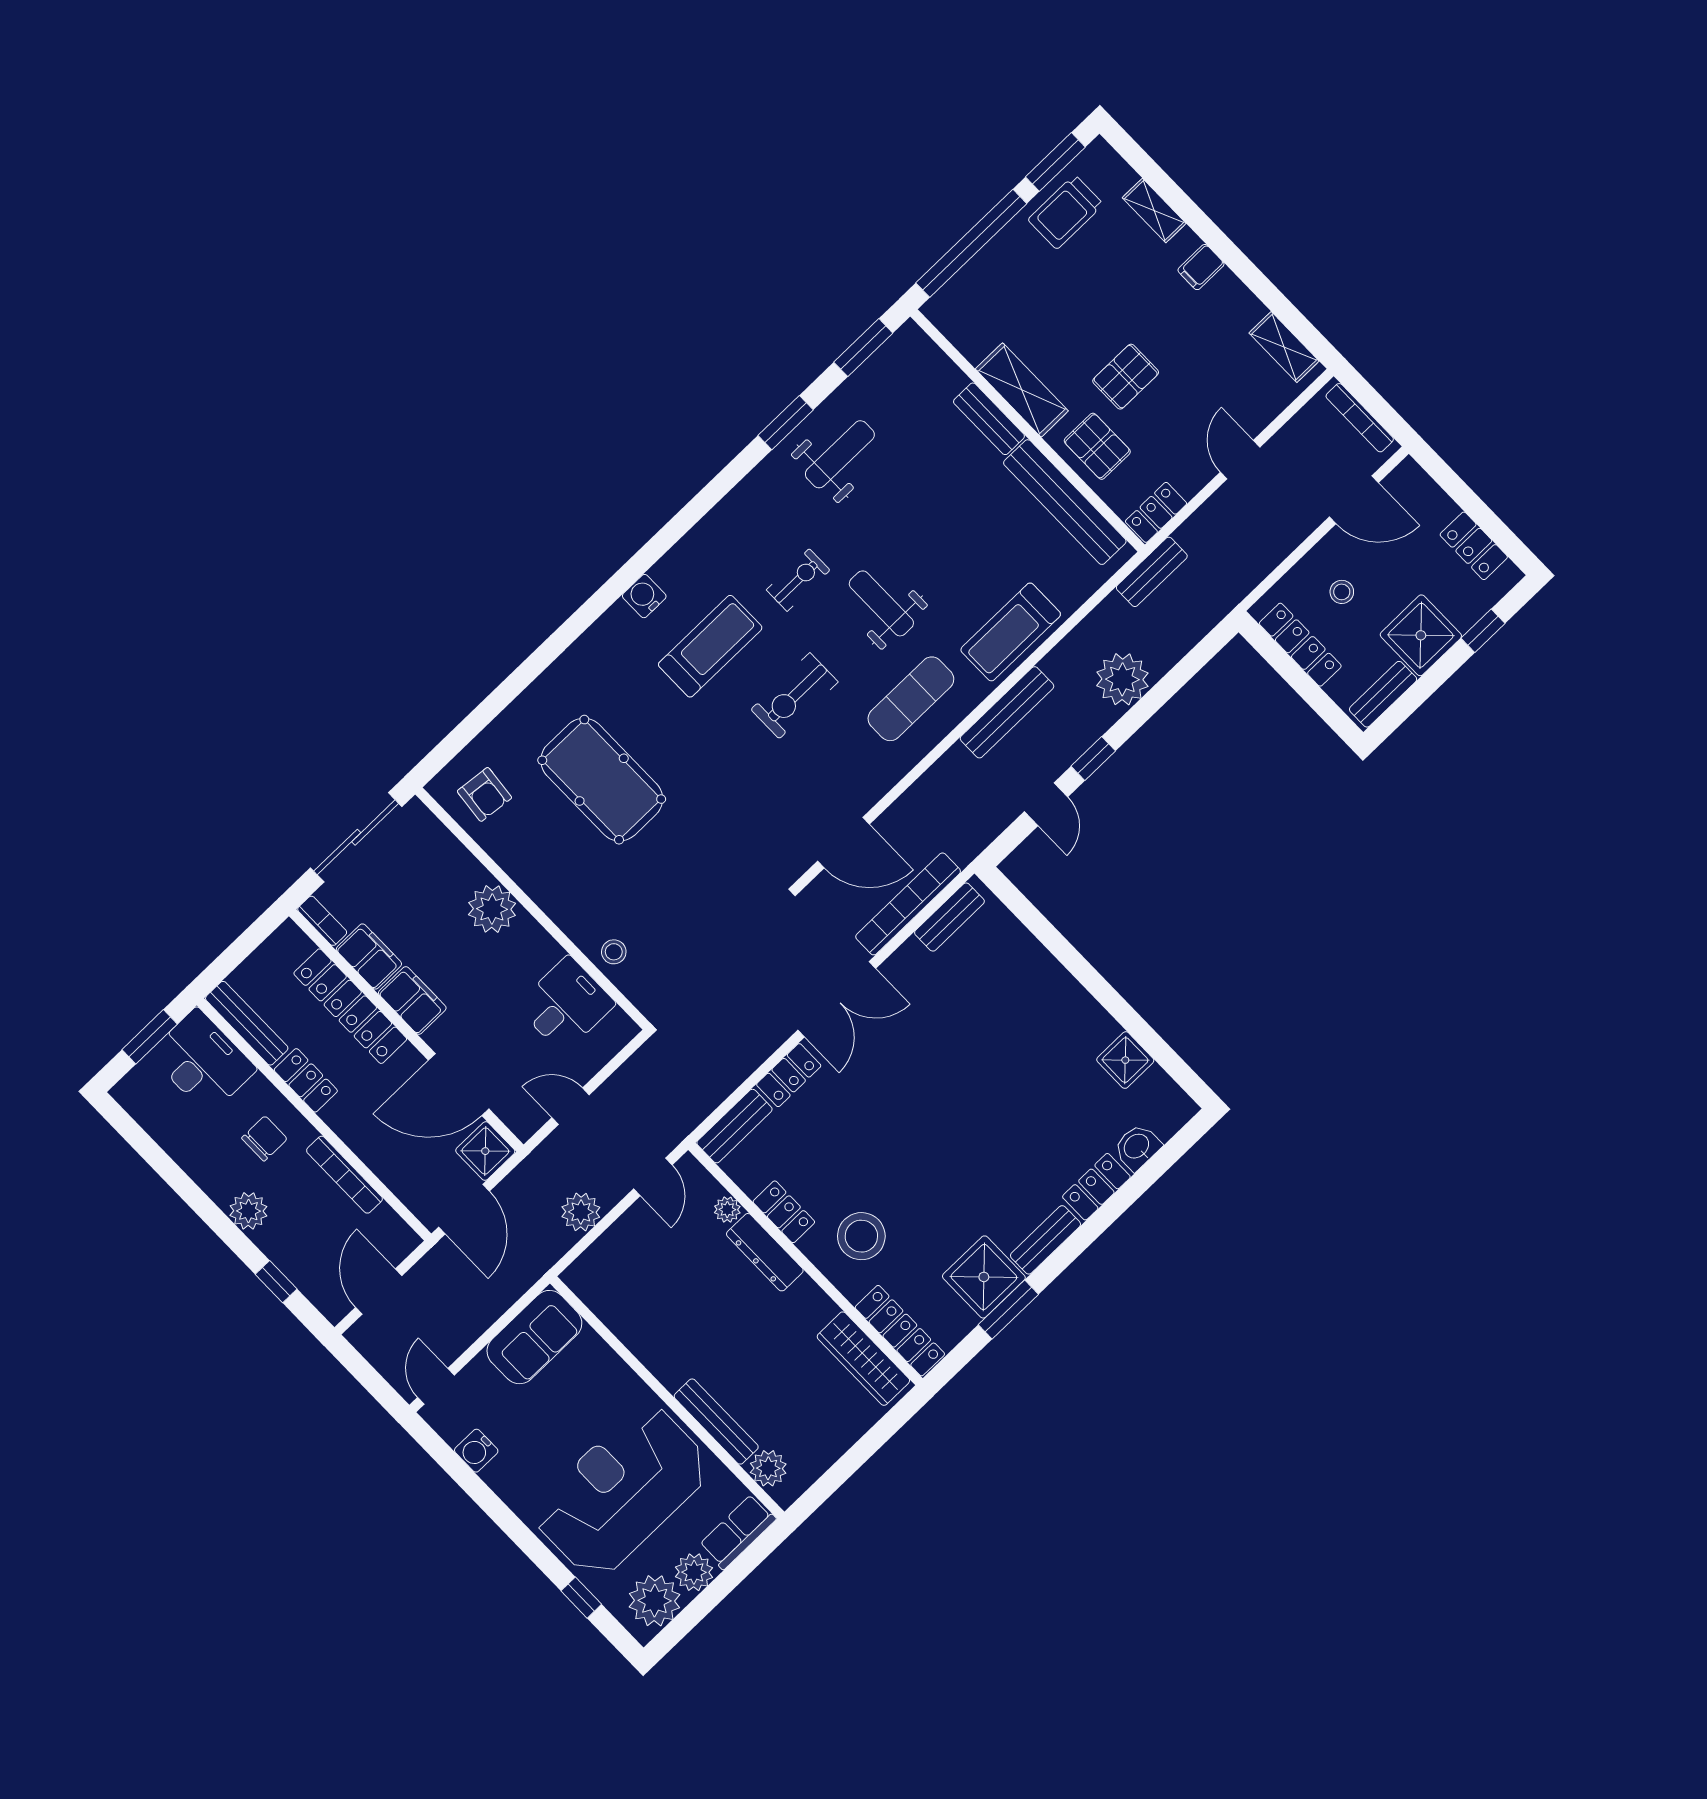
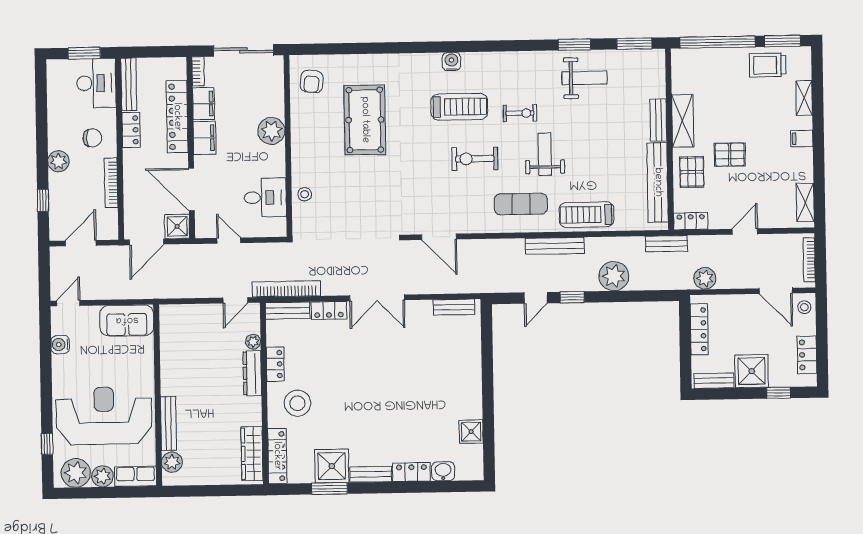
stool: (1342, 592) -> (804, 307), moved
bookcase: (908, 904) -> (286, 289), moved
plant: (581, 1212) -> (705, 278), moved

